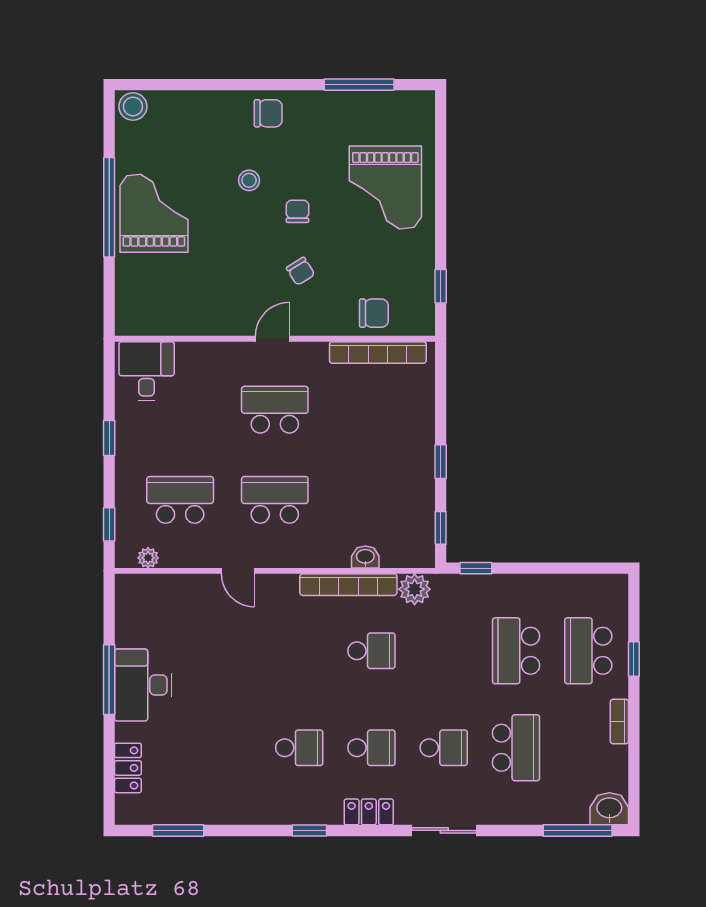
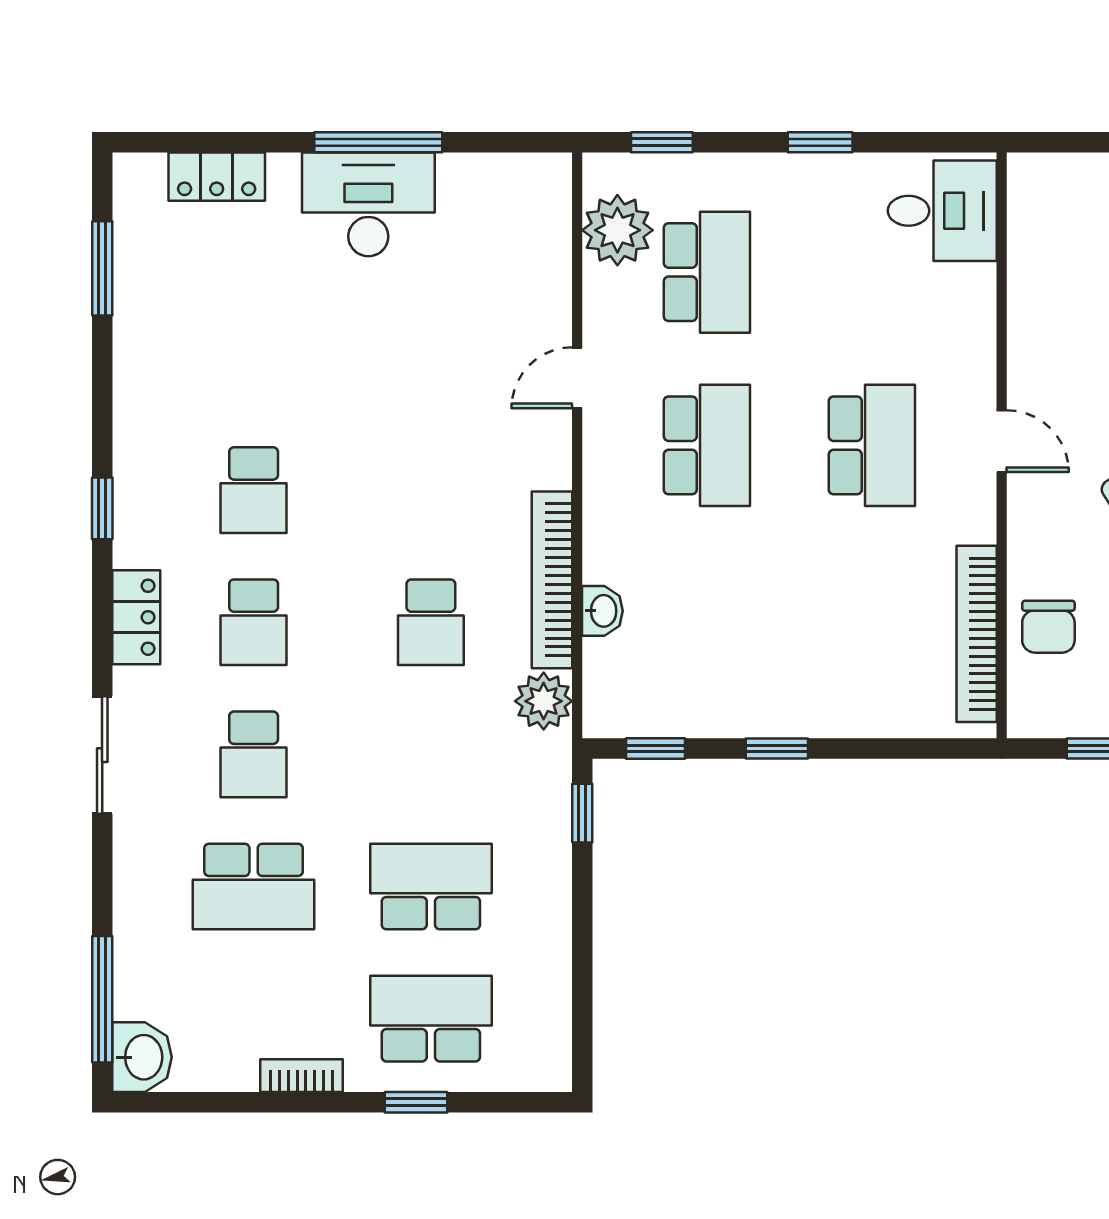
plant: (148, 558) -> (617, 230), width x1.87, depth x1.87

